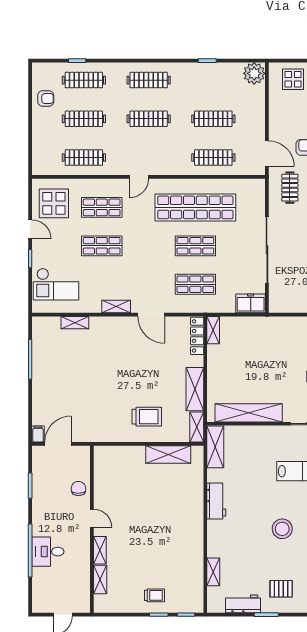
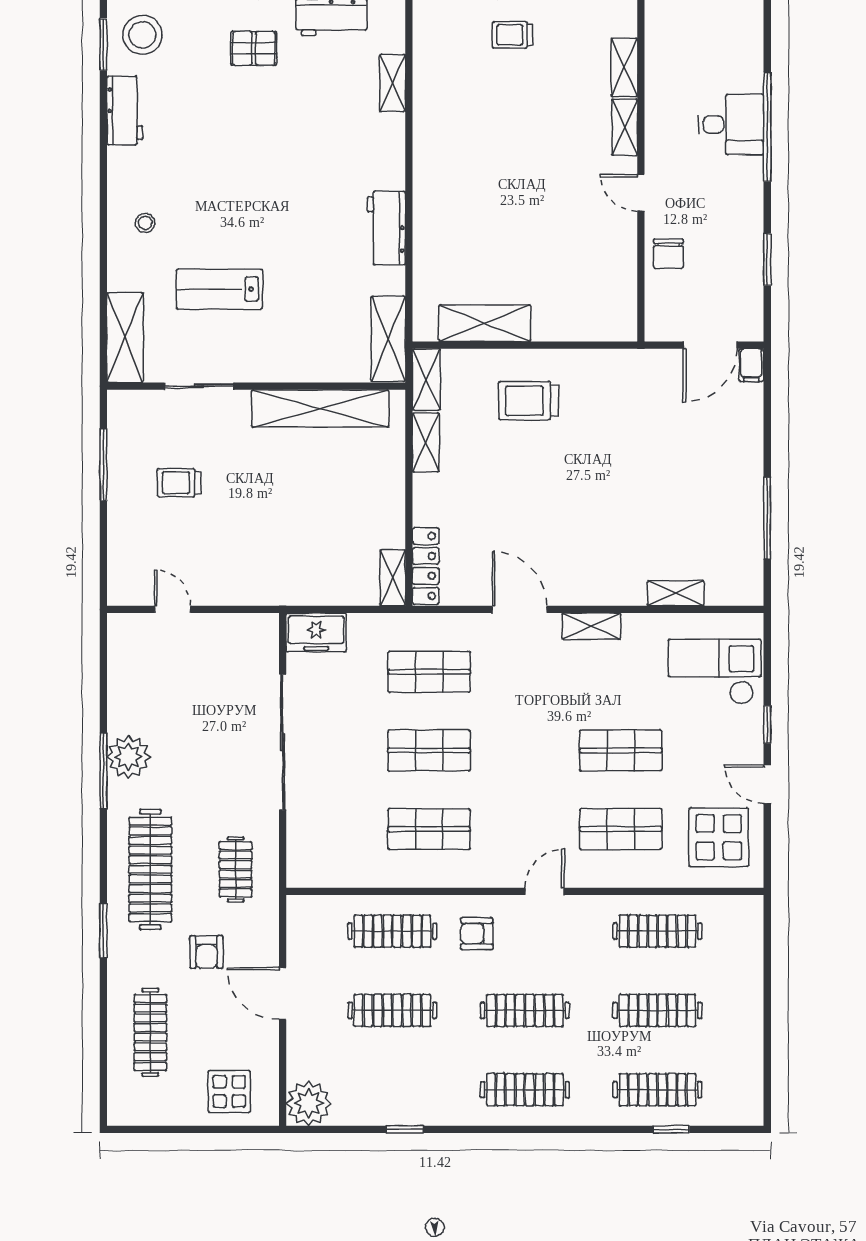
armchair: (46, 99) -> (477, 934), moved
door: (267, 154) -> (283, 993), moved
shop shelf: (195, 207) -> (429, 829), width x0.50, depth x0.74
shelving: (195, 389) -> (426, 442), width x0.67, depth x0.75
stool: (282, 529) -> (251, 171), removed

